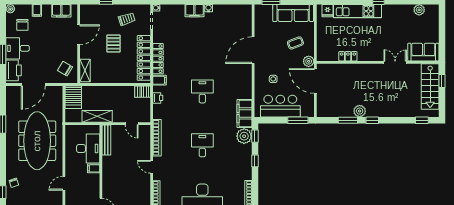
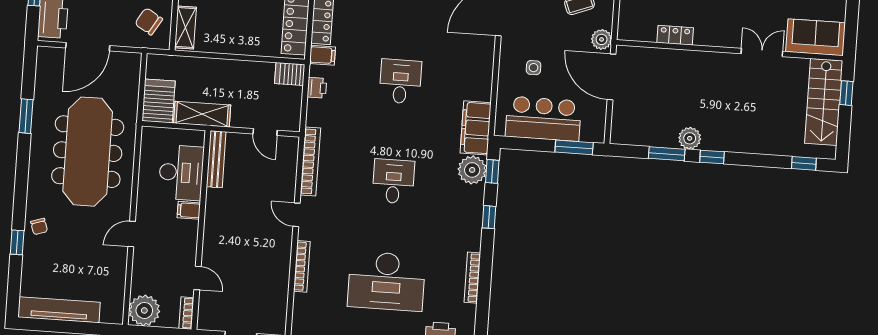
server rack: (73, 97) -> (158, 101), moved, turned 180

